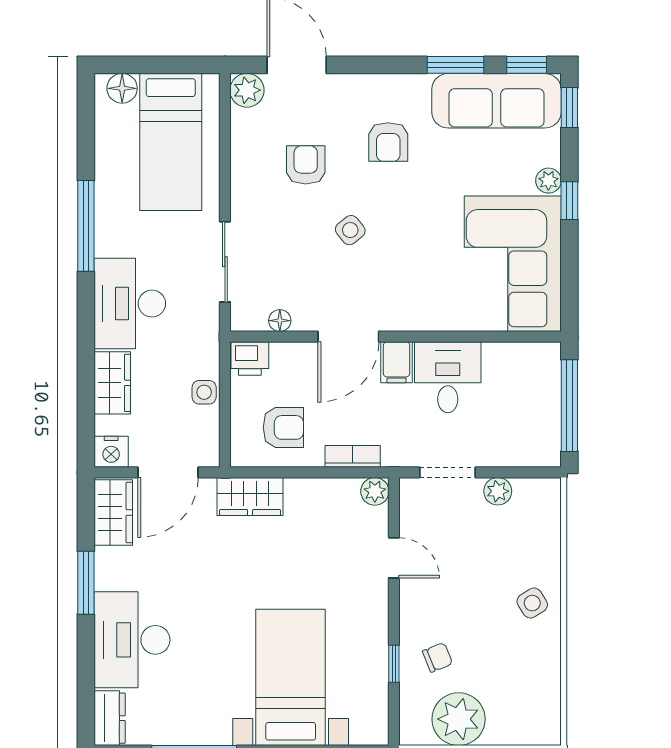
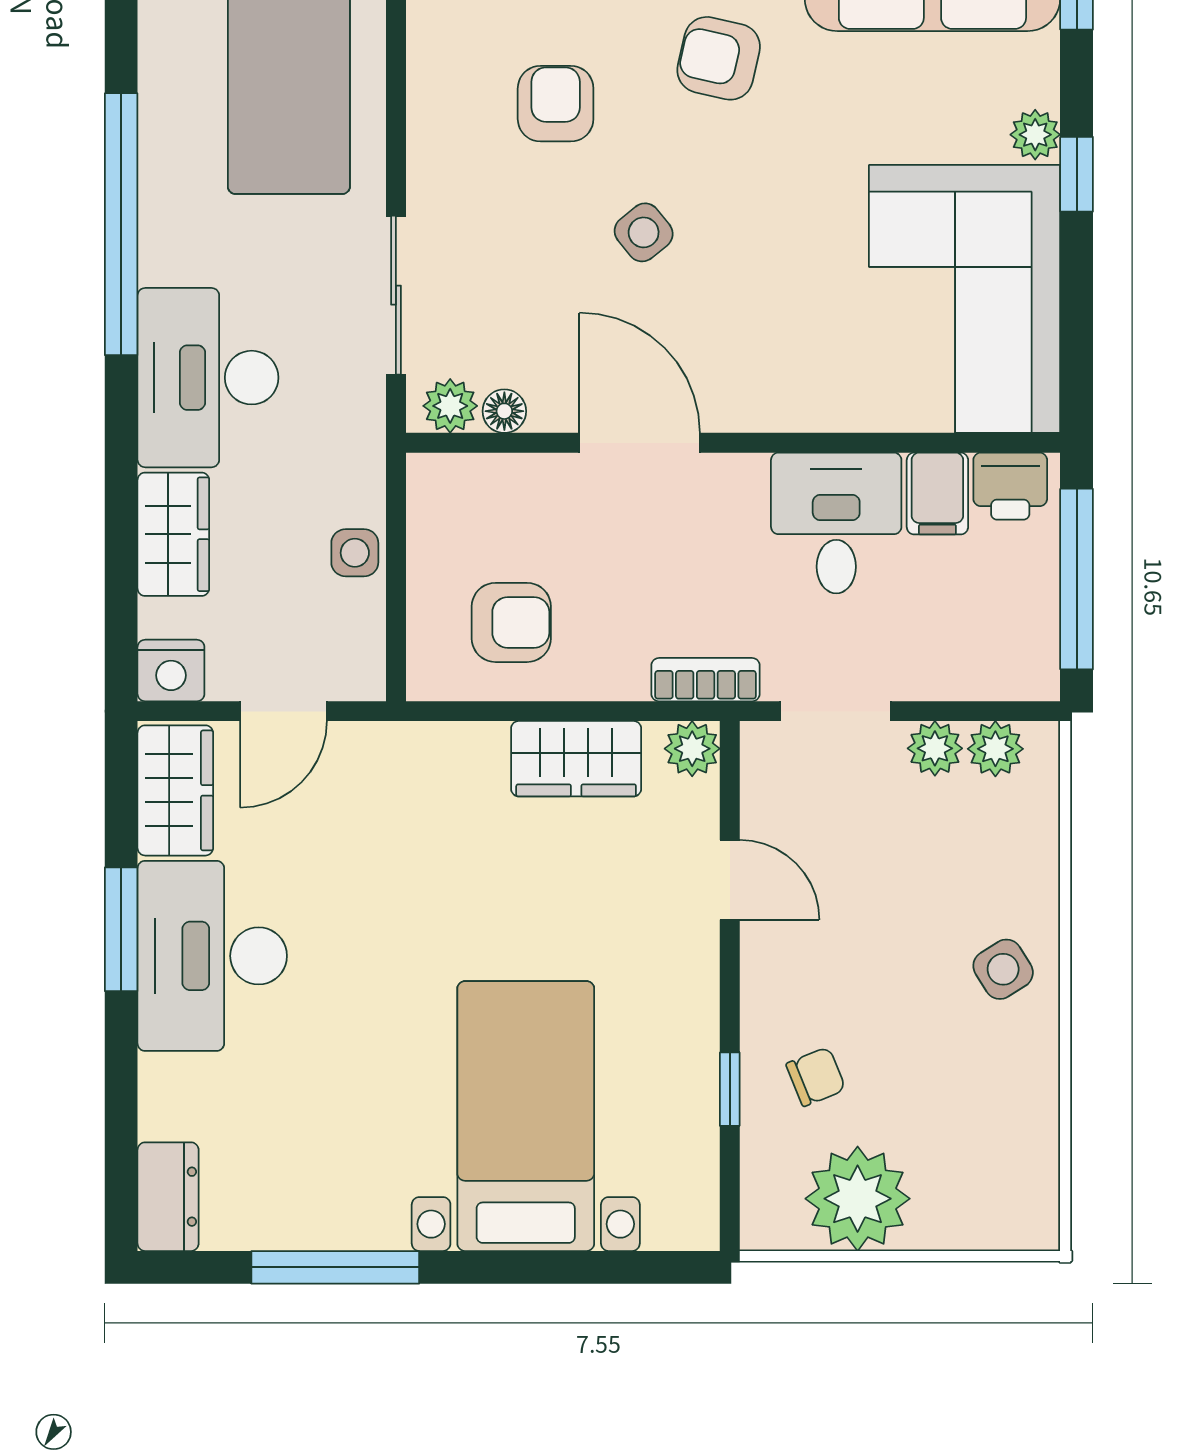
armchair: (388, 142) -> (719, 58), turned 103
window: (86, 226) -> (121, 224), width x1.46
plant: (252, 318) -> (450, 406), added
door: (348, 337) -> (640, 443), swing flipped
printer: (250, 358) -> (1010, 486), moved
filing cabinet: (397, 362) -> (937, 494), moved
bookcase: (353, 456) -> (706, 680), moved
door: (168, 472) -> (283, 711), width x0.73
plant: (528, 491) -> (995, 749), added
wardrobe: (250, 496) -> (576, 759), moved
desk: (132, 640) -> (212, 956), moved

